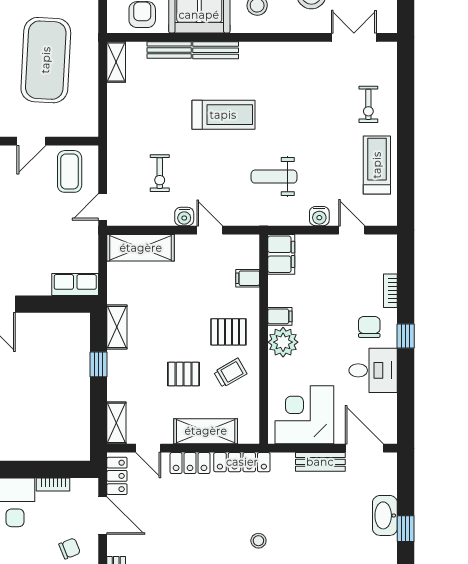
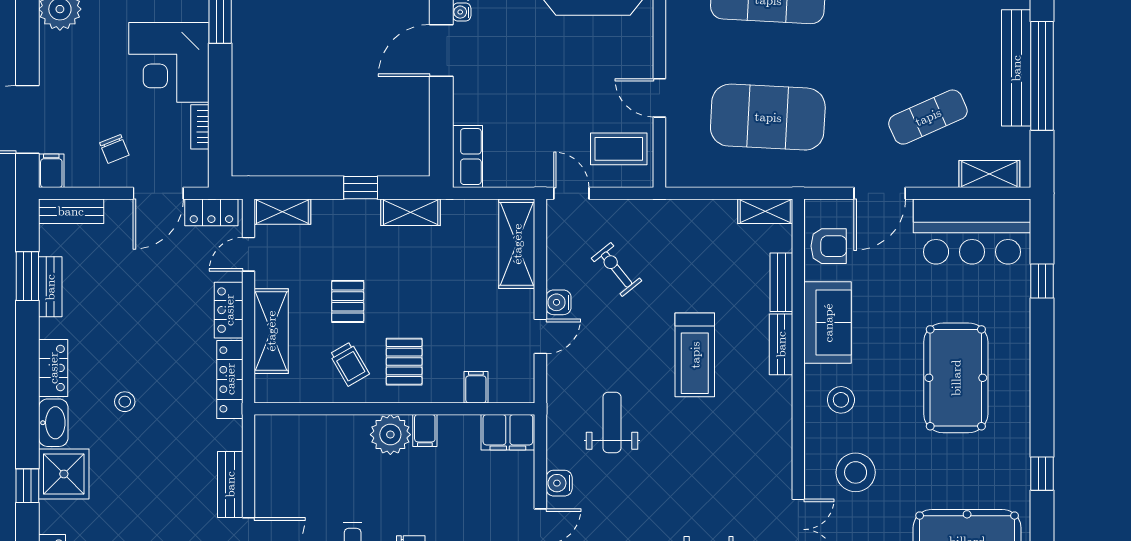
exercise bike: (160, 173) -> (617, 270), turned 51
corner desk: (304, 415) -> (293, 463), removed

